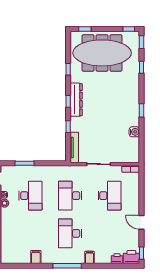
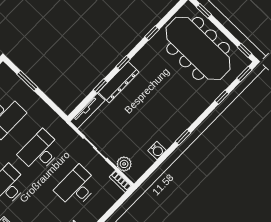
dresser: (76, 100) -> (119, 82), moved
plant: (123, 157) -> (124, 164), added
desk: (109, 196) -> (77, 187), turned 180

